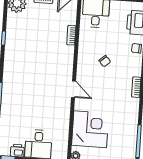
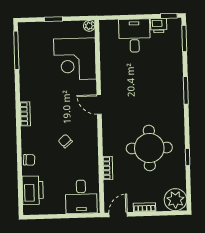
round table: (35, 49) -> (149, 148), added

